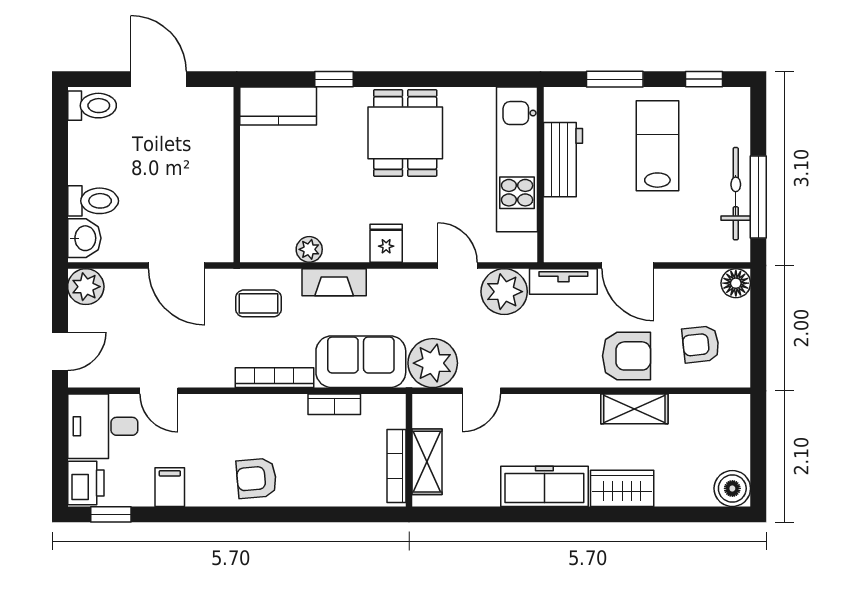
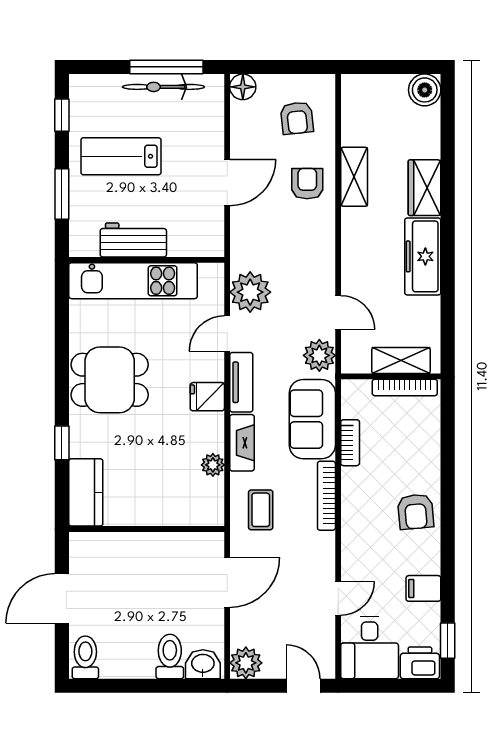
tv unit: (563, 281) -> (241, 382), moved
armchair: (627, 356) -> (307, 184), width x0.72, depth x0.72
plant: (433, 363) -> (319, 355), width x0.73, depth x0.73

